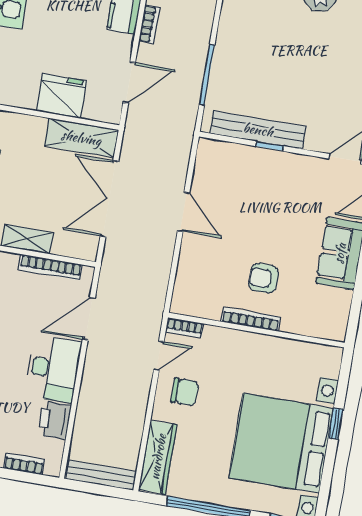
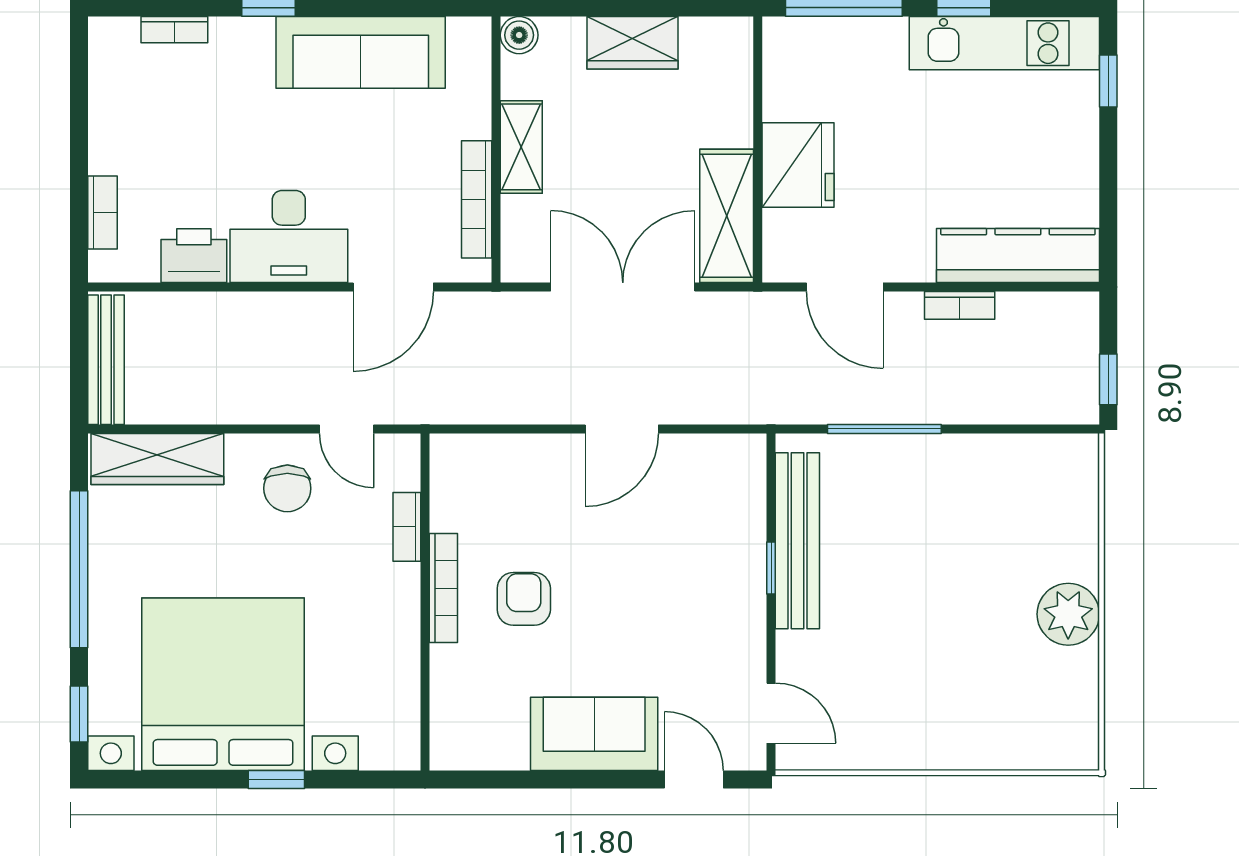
door: (89, 319) -> (393, 287), swing flipped
bookcase: (185, 328) -> (407, 527), moved

